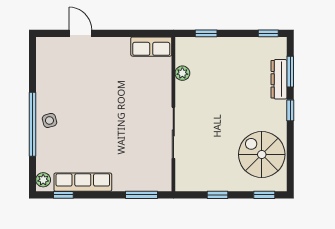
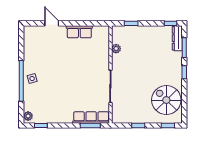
row of seats: (151, 47) -> (79, 32), moved
dresser: (279, 79) -> (177, 38), moved
row of seats: (83, 182) -> (91, 117), moved

